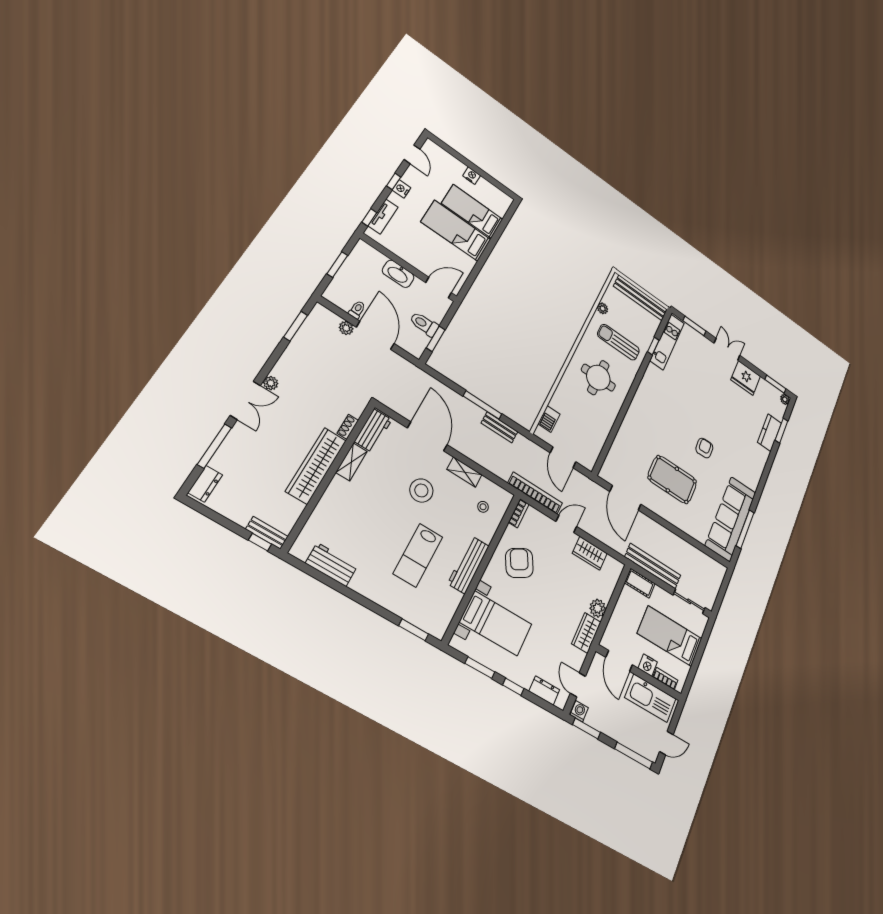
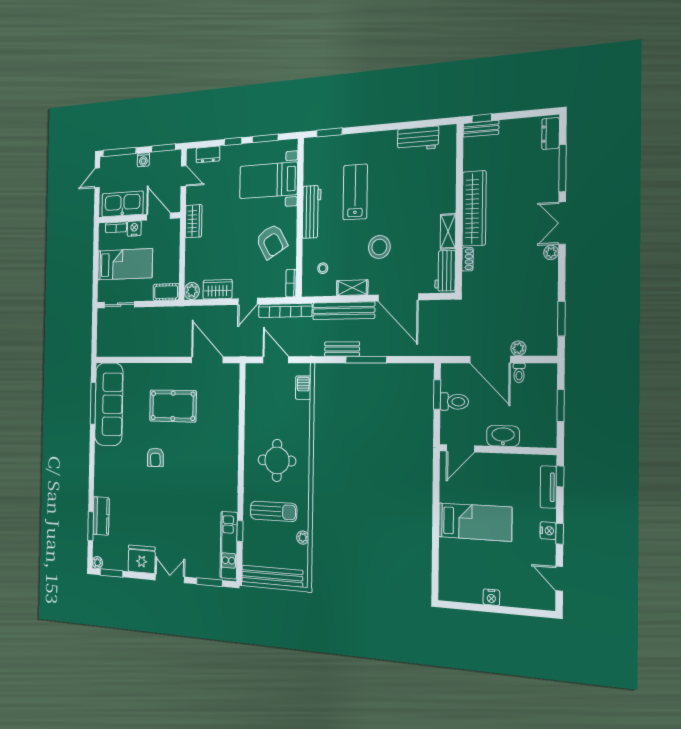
bed: (472, 211) -> (471, 556), removed
double door: (727, 349) -> (170, 578), swing flipped
bench: (653, 566) -> (344, 311), moved
plant: (598, 608) -> (192, 291), moved
washing machine: (579, 711) -> (143, 160), moved

